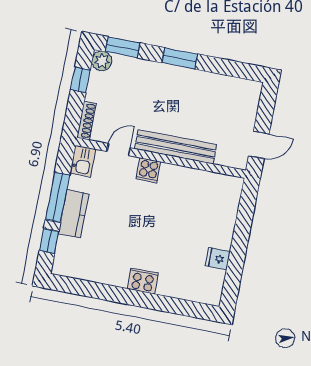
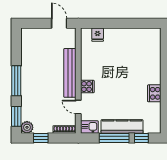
window: (180, 58) -> (16, 81), width x1.44
kitchen counter: (74, 214) -> (122, 126), width x1.50
fridge: (218, 259) -> (98, 35), moved
cooker: (143, 281) -> (154, 93), moved

